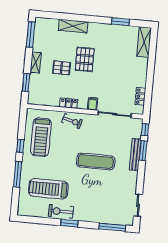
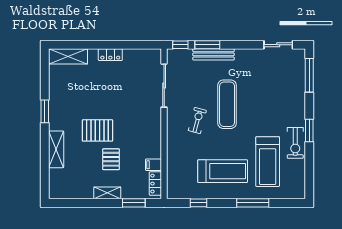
window: (120, 22) -> (45, 111), moved
window: (31, 35) -> (72, 203), removed
locker: (140, 96) -> (110, 55), moved
locker: (69, 103) -> (155, 184), moved
filing cabinet: (93, 104) -> (154, 165), moved
exercise bike: (72, 121) -> (197, 121), moved
treadmill: (41, 137) -> (223, 171), moved
window: (20, 146) -> (198, 203), moved

